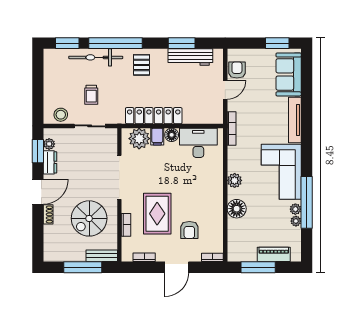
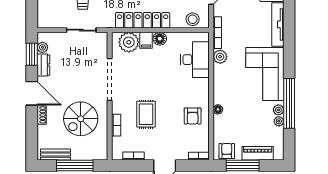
stool: (61, 115) -> (193, 19), moved
desk: (198, 143) -> (195, 60), moved, turned 90
plant: (235, 180) -> (220, 57), moved
door: (38, 192) -> (32, 93), hinge flipped
floor lamp: (237, 209) -> (218, 109), width x0.53, depth x0.53
rug: (157, 214) -> (146, 114), width x0.73, depth x0.70
armchair: (189, 230) -> (193, 116), moved
armchair: (242, 252) -> (227, 151), added
bench: (102, 256) -> (56, 155), moved

